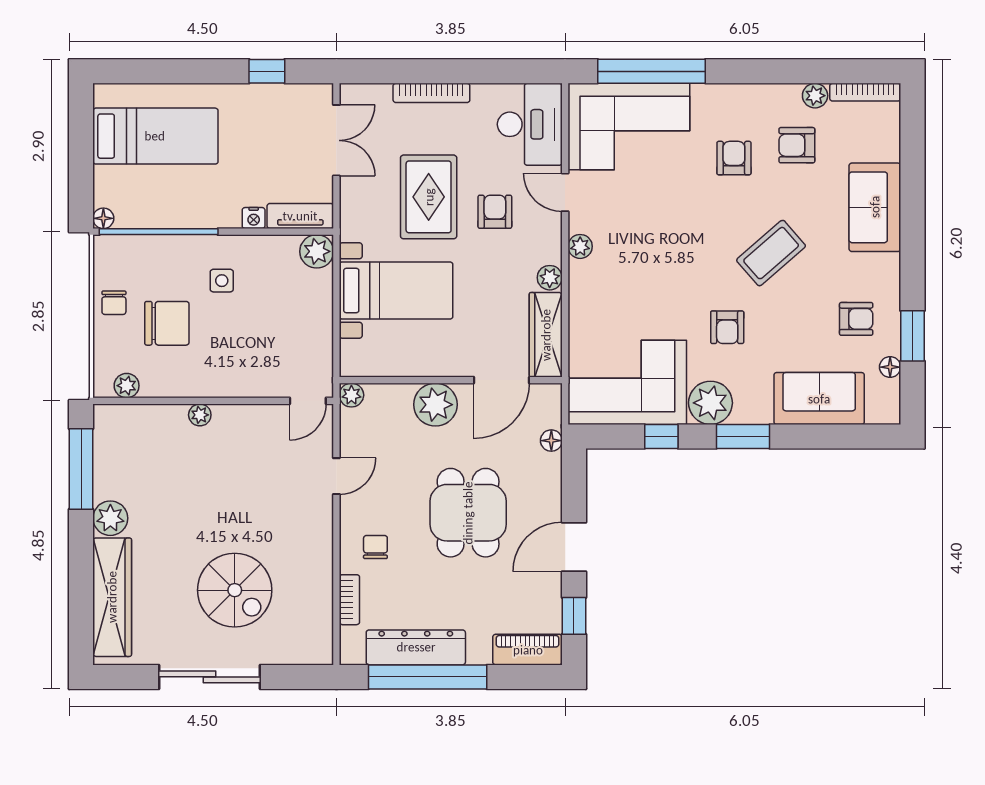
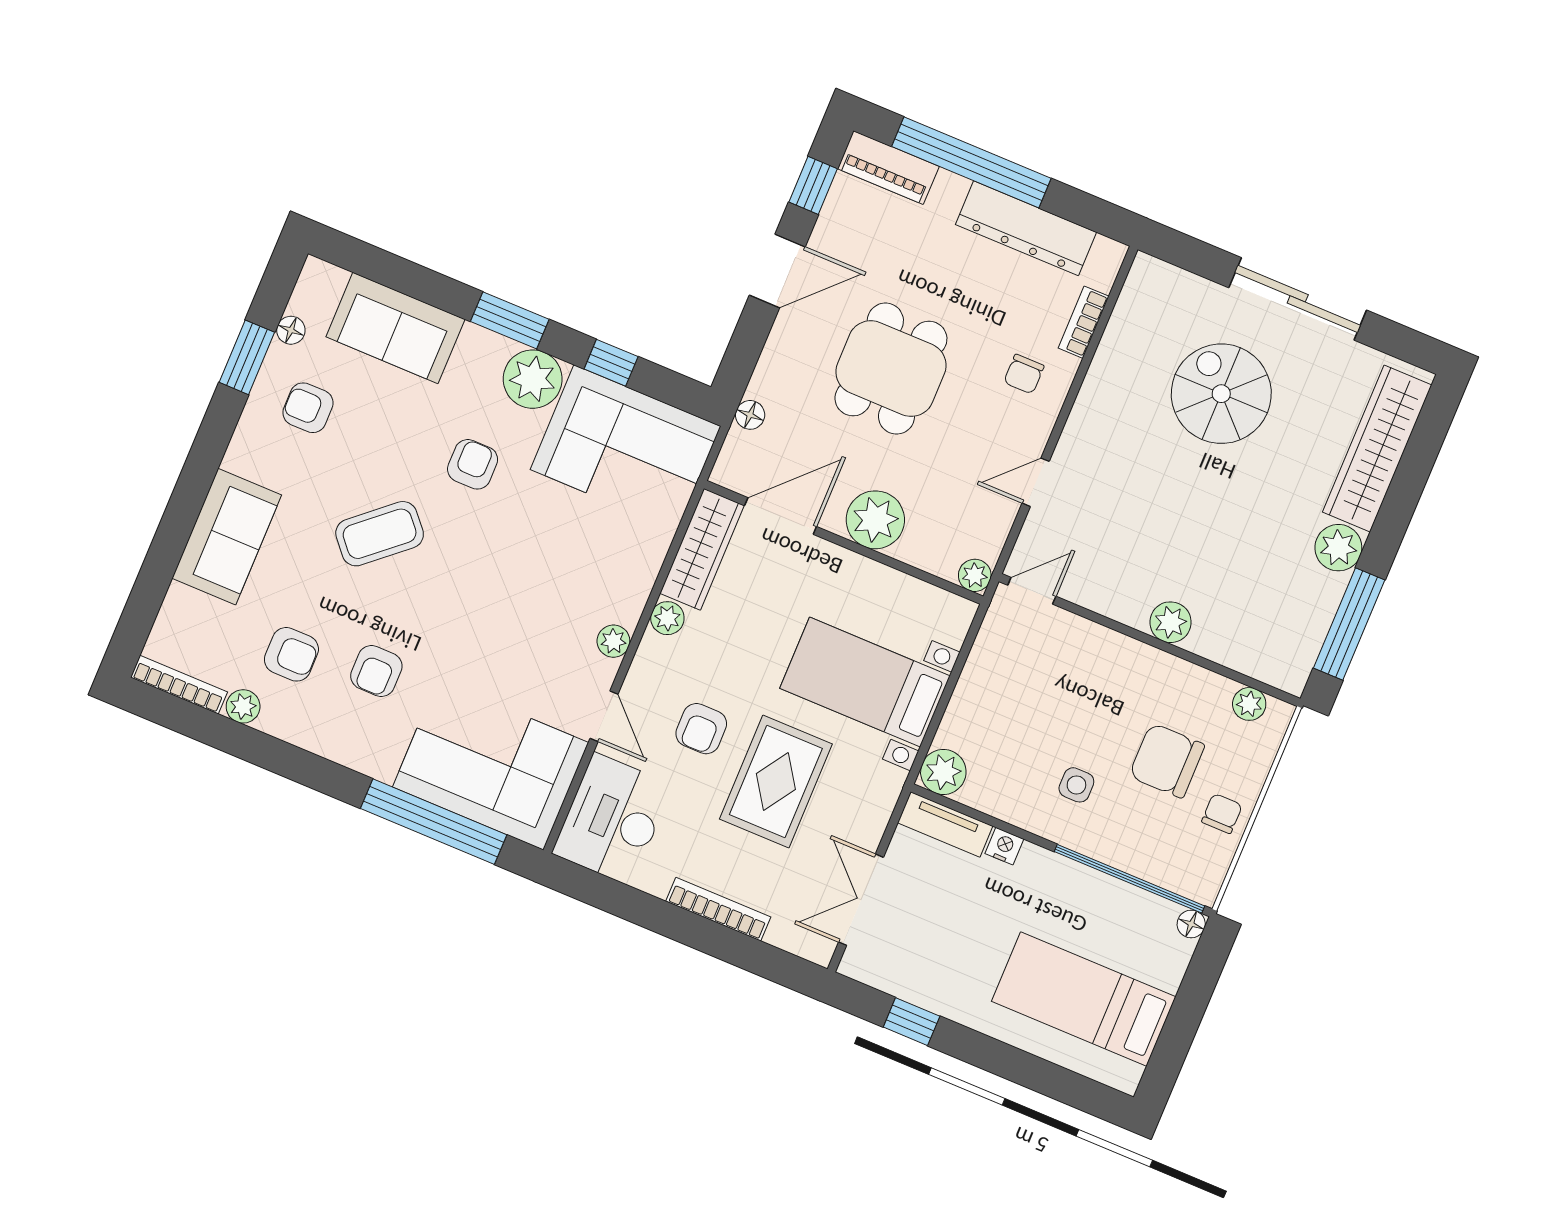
plant: (200, 415) -> (1171, 622), width x1.38, depth x1.38
window: (428, 677) -> (971, 162), moved

